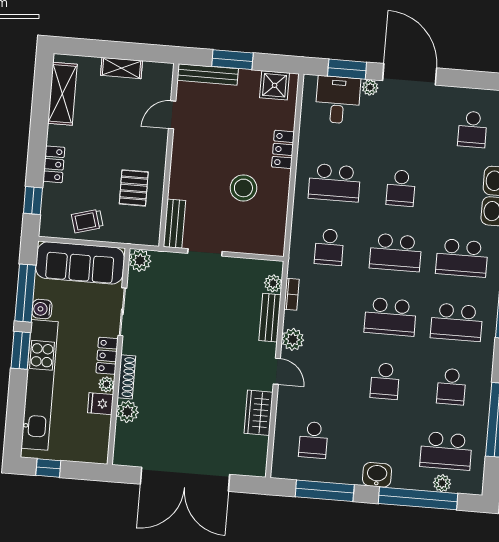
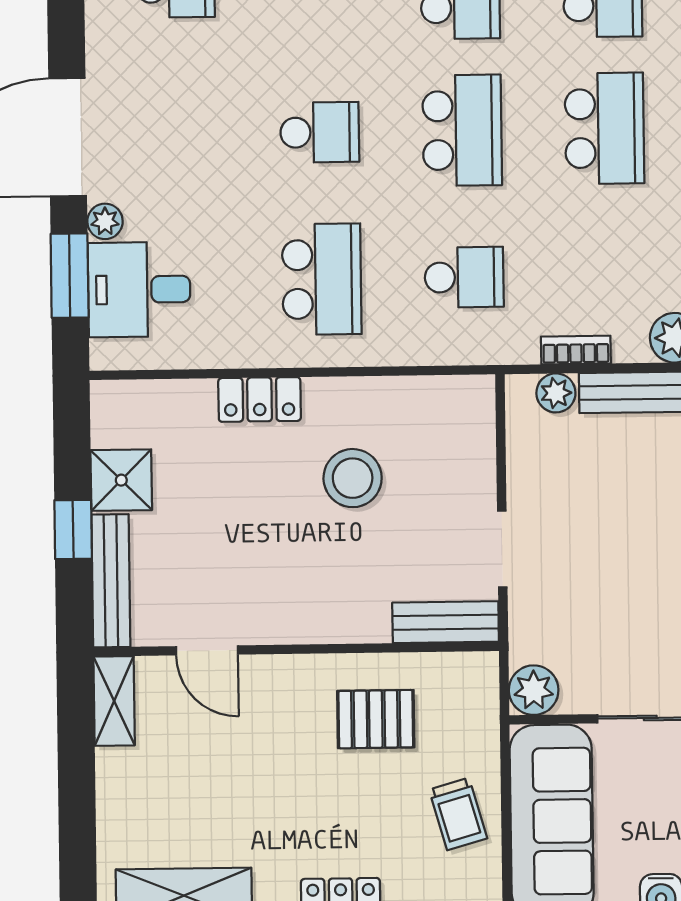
window: (232, 60) -> (73, 529), width x0.67
shelving: (122, 68) -> (114, 701), moved
shower: (275, 85) -> (121, 480), moved

